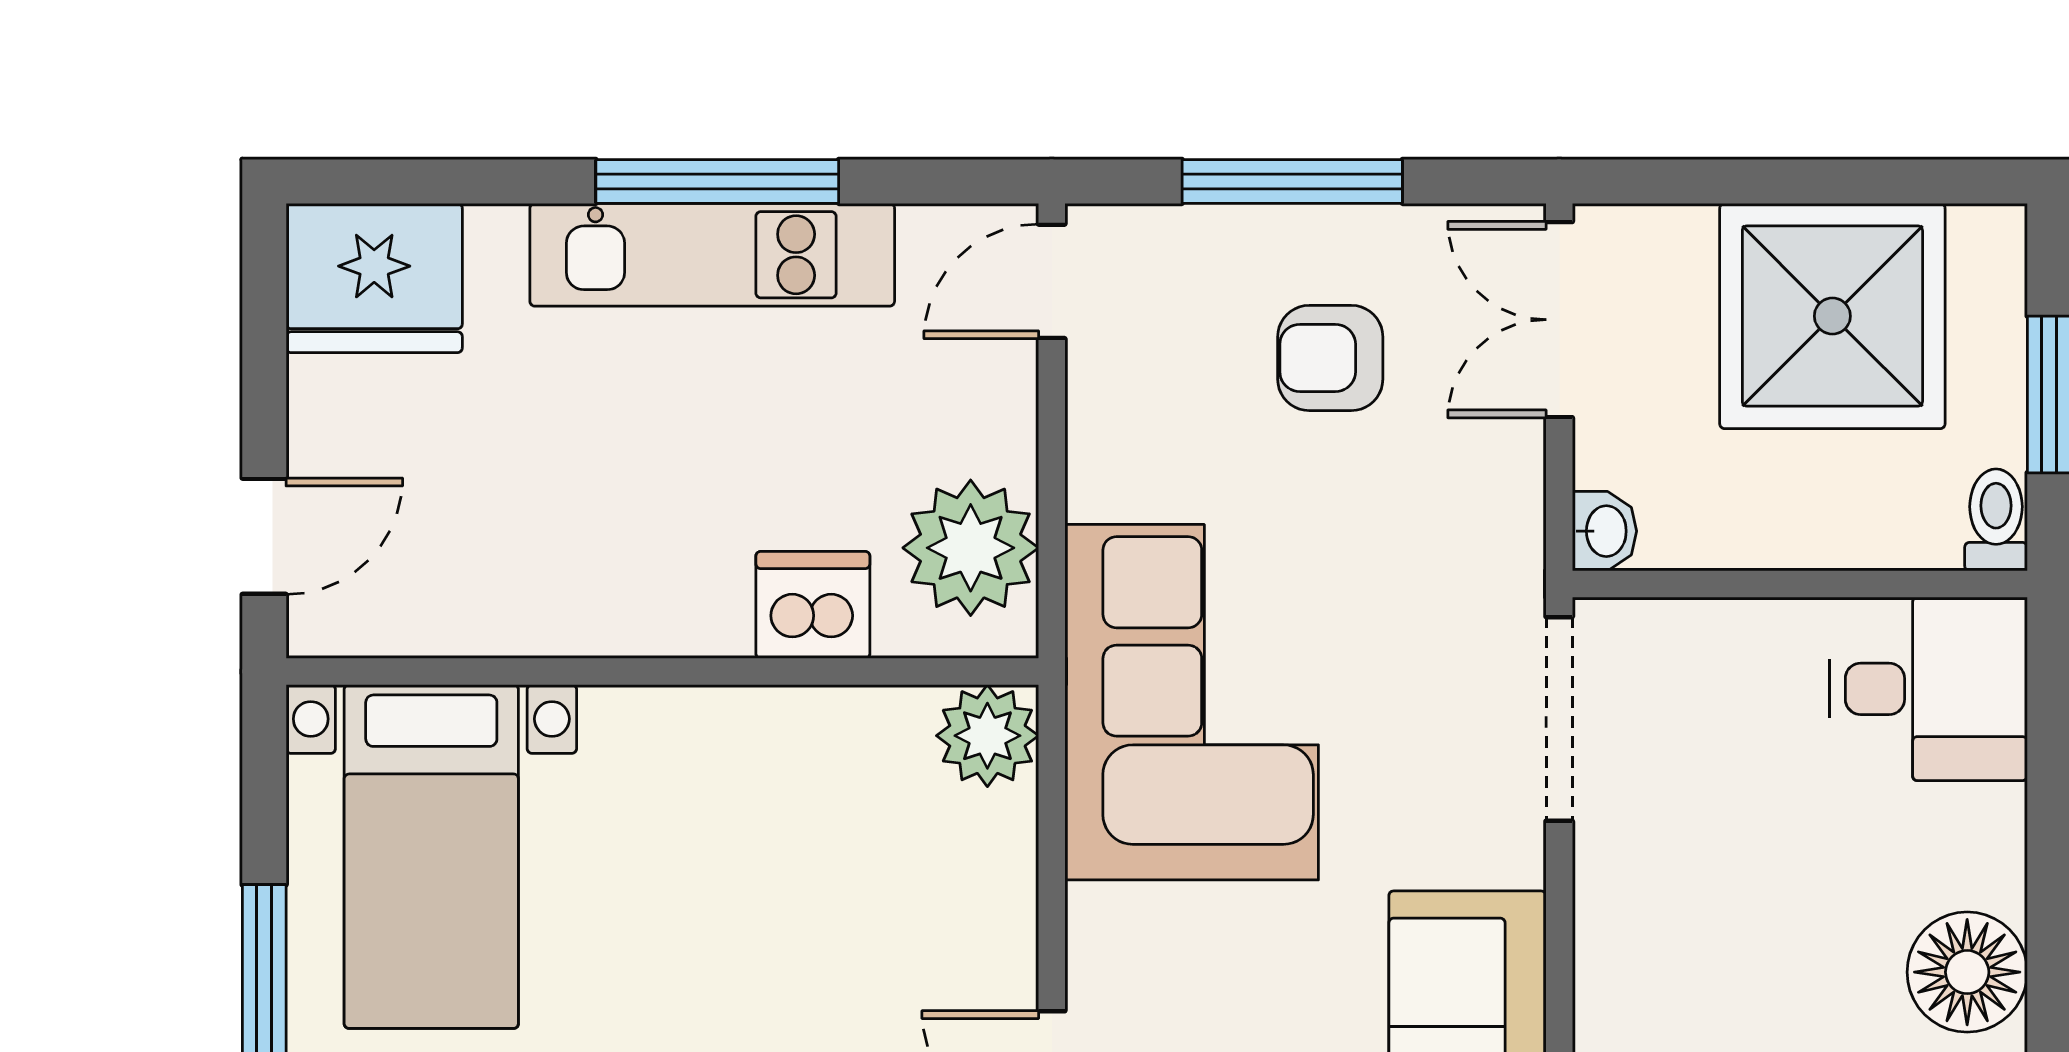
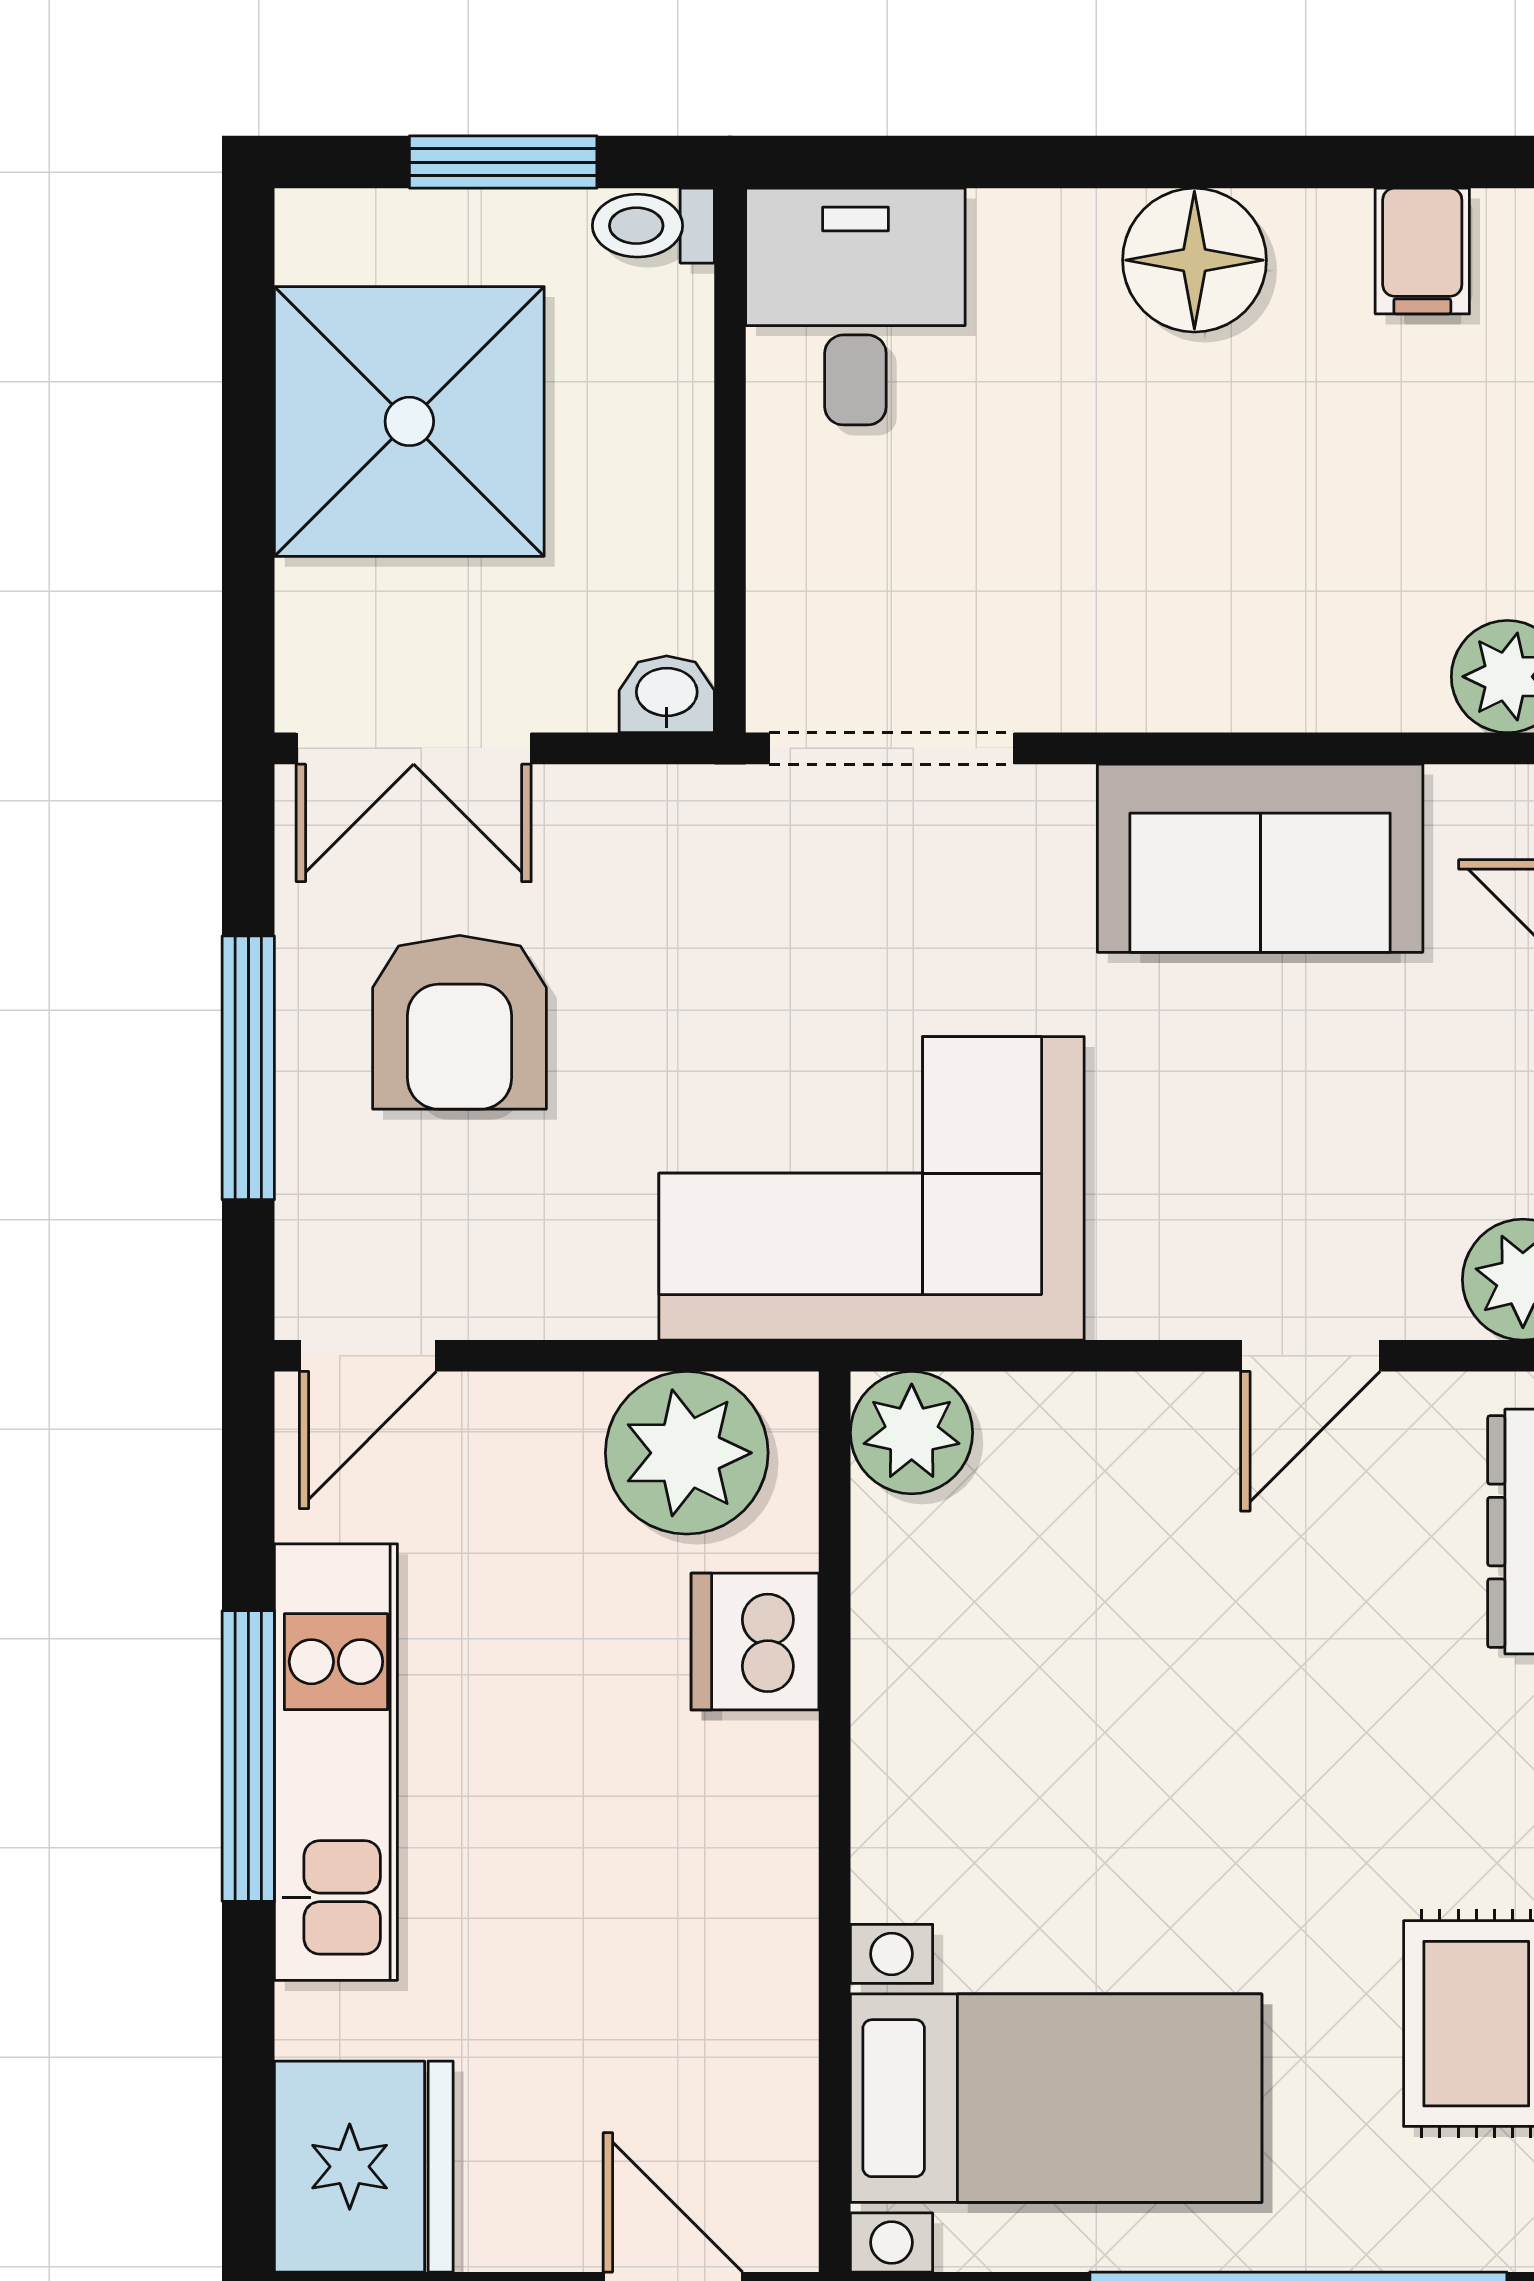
door: (1052, 281) -> (368, 1356), hinge flipped
armchair: (1330, 358) -> (460, 1022), width x1.38, depth x1.38

